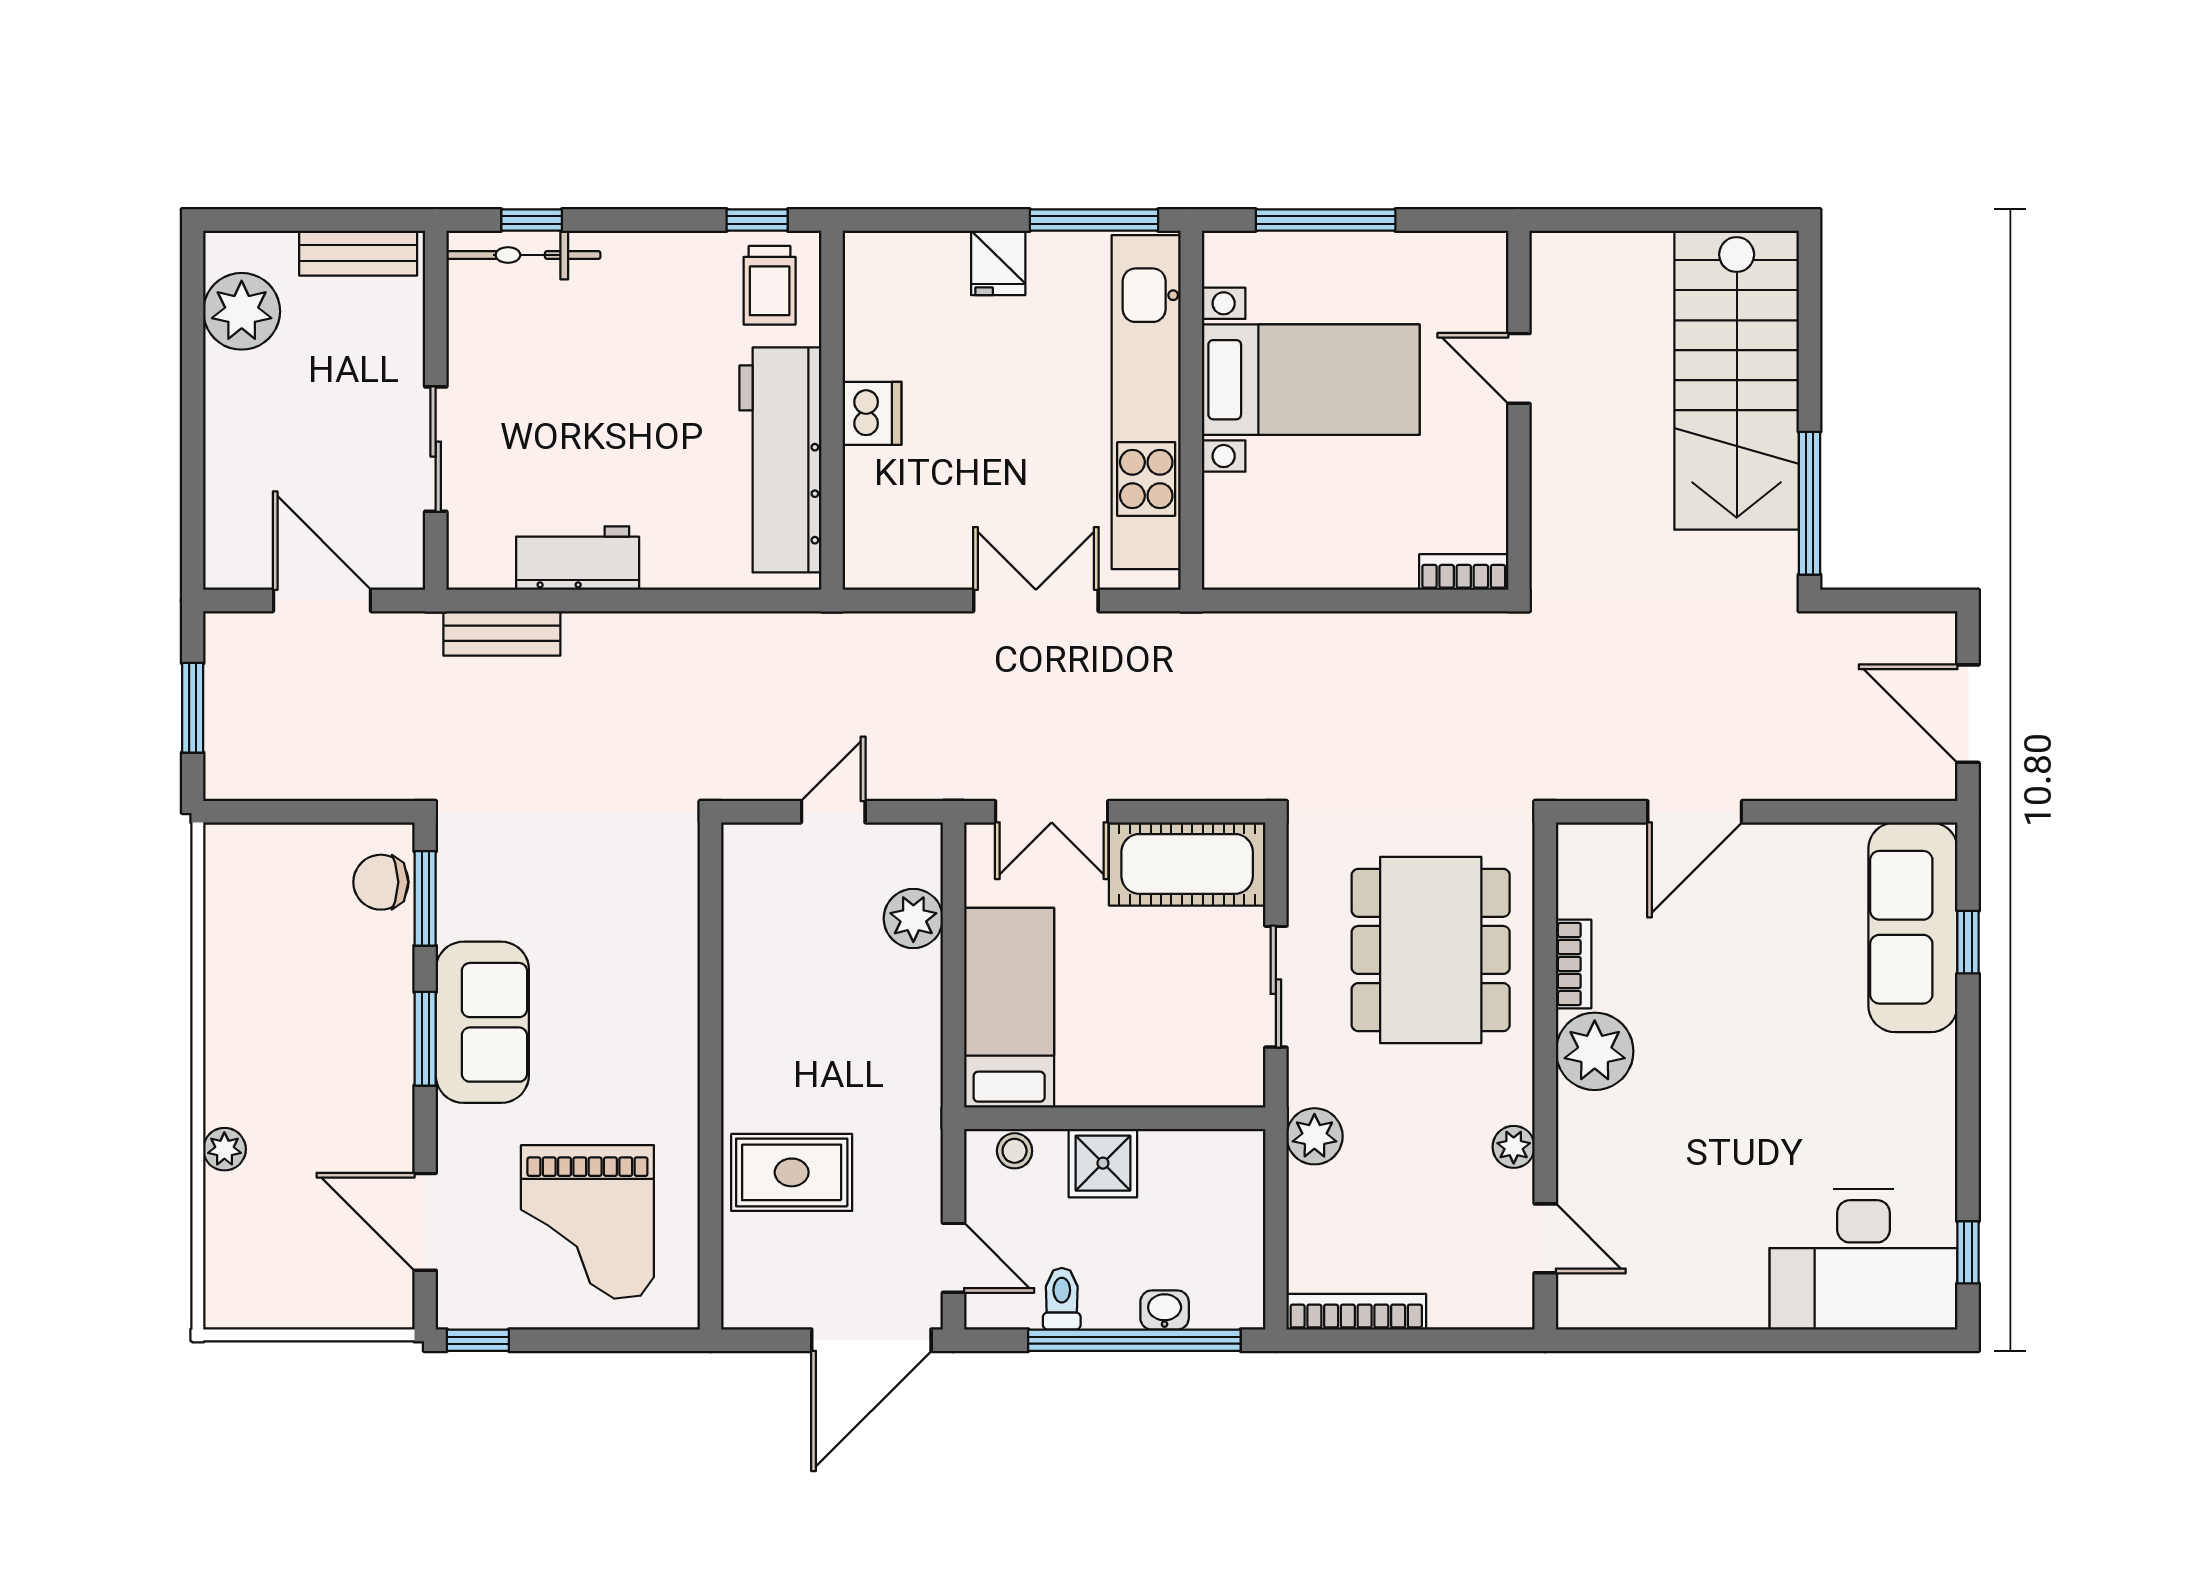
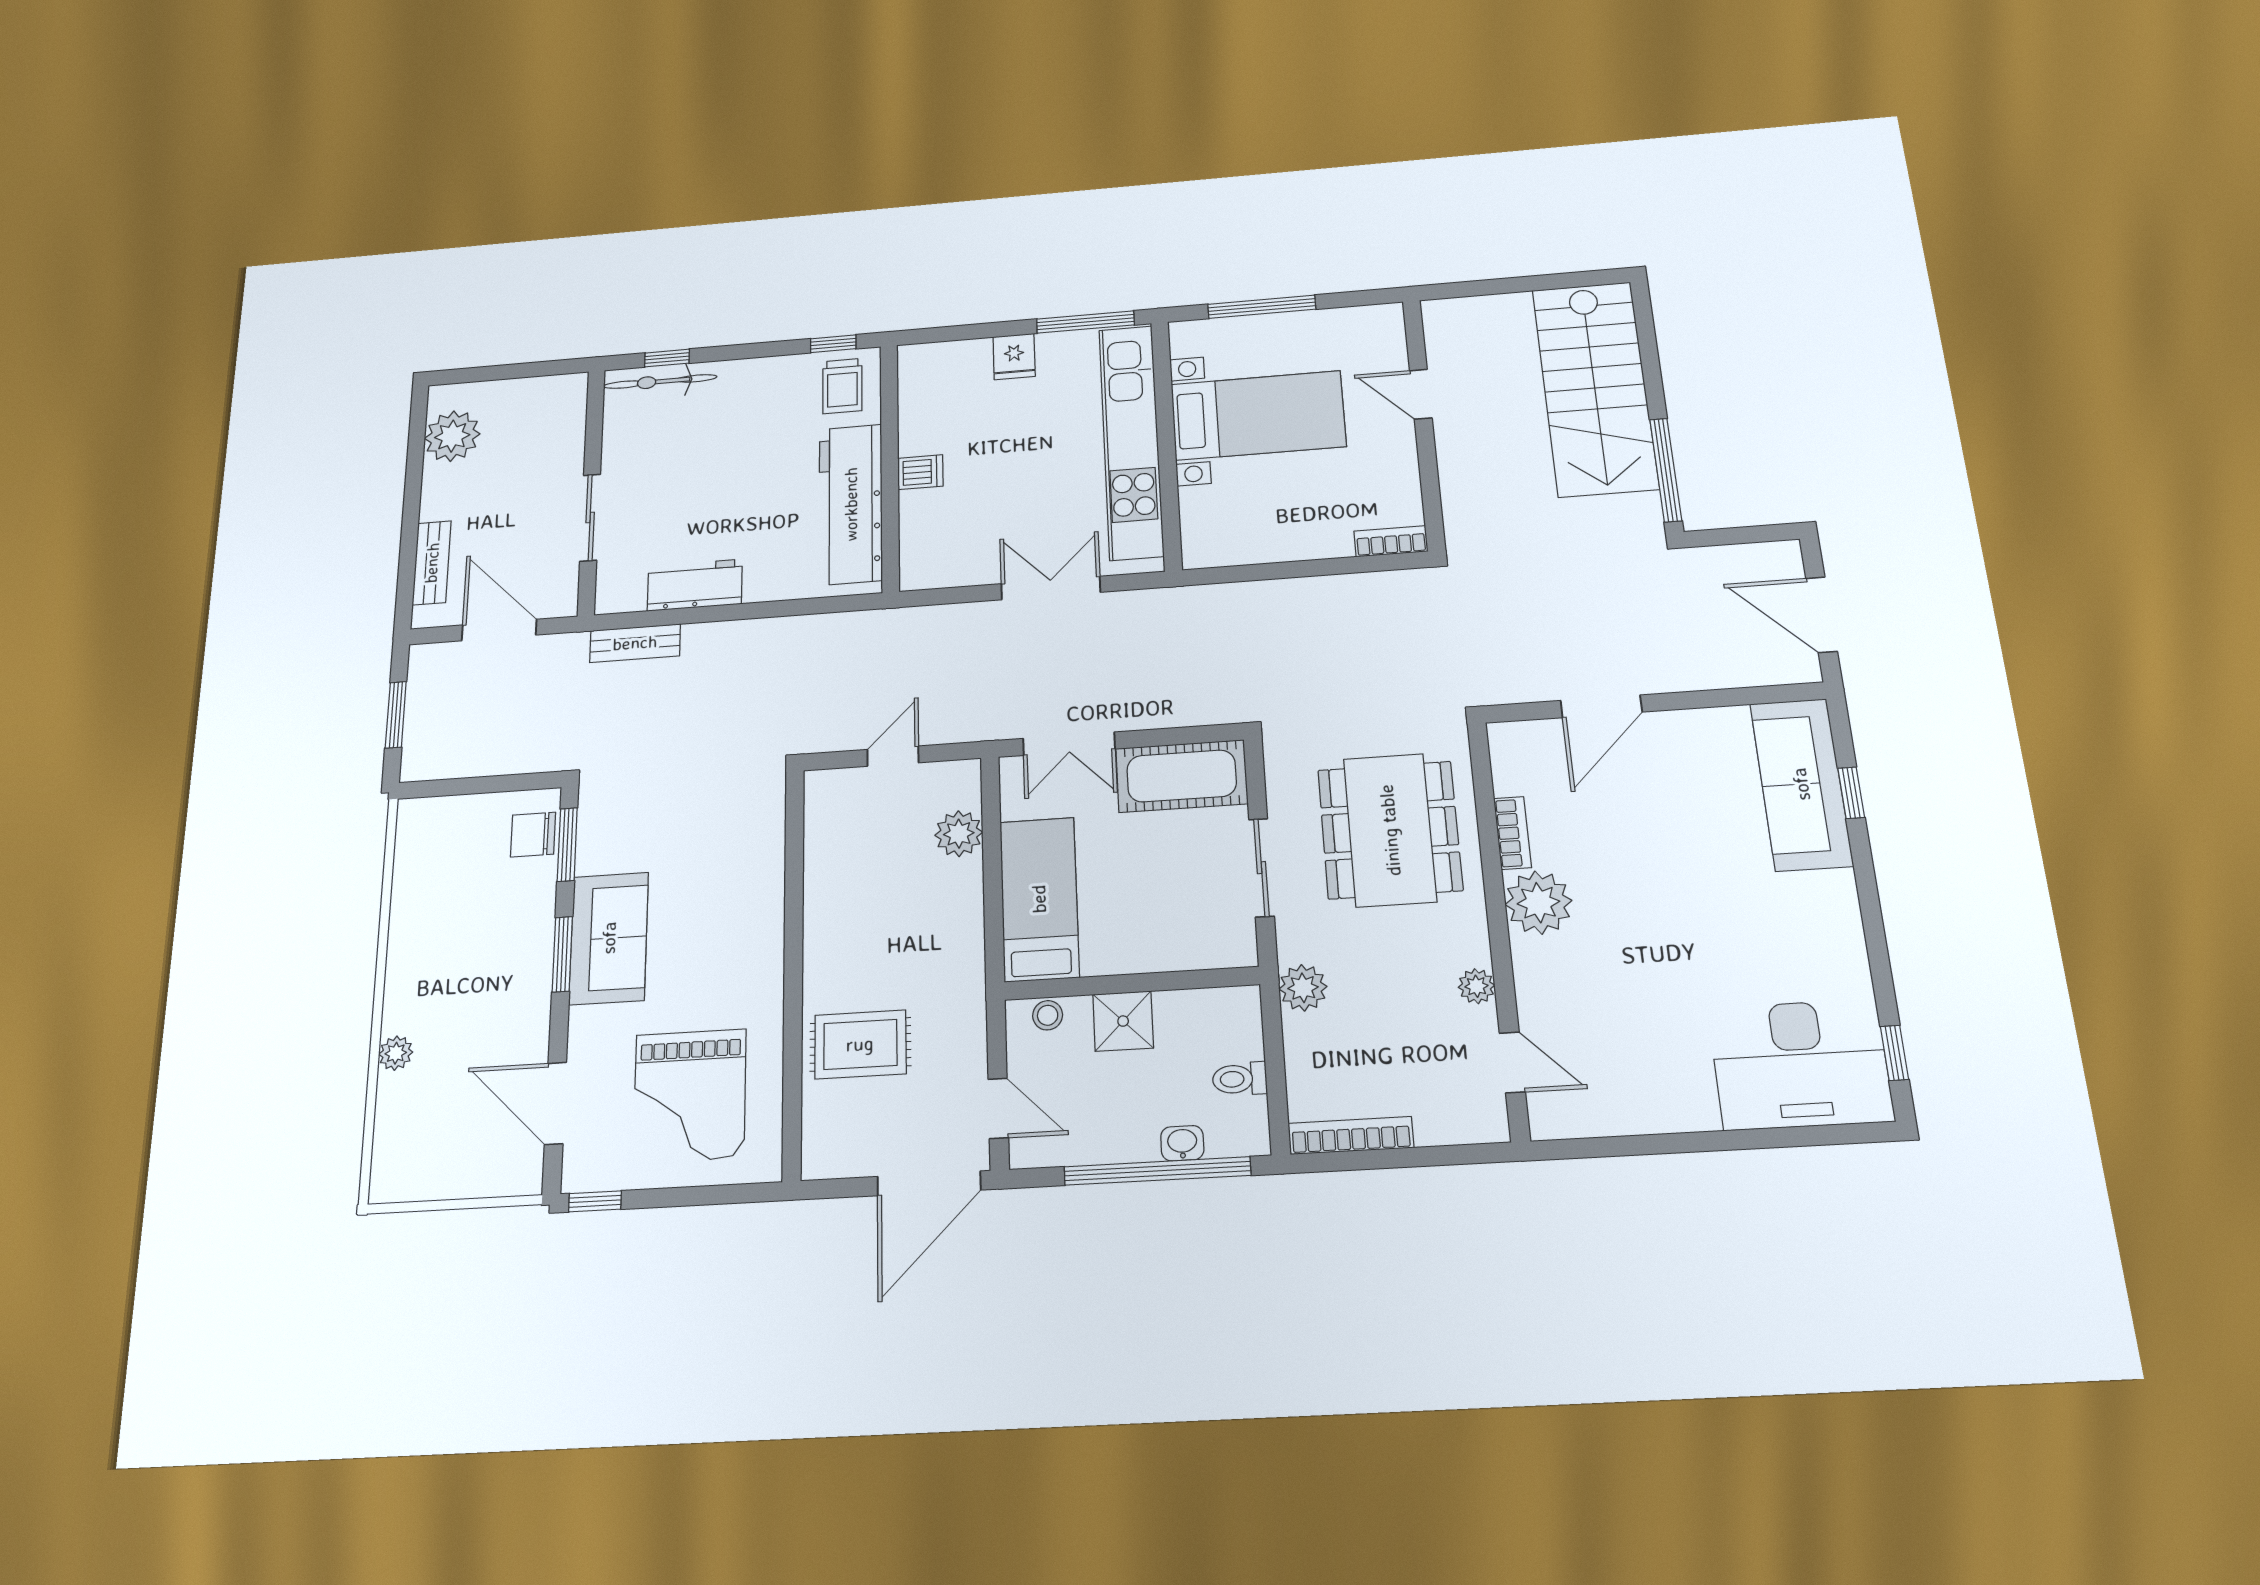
bench: (358, 253) -> (432, 563), moved, turned 90
dishwasher: (872, 413) -> (920, 472), width x0.73
toilet: (1062, 1299) -> (1240, 1079), moved, turned -90

